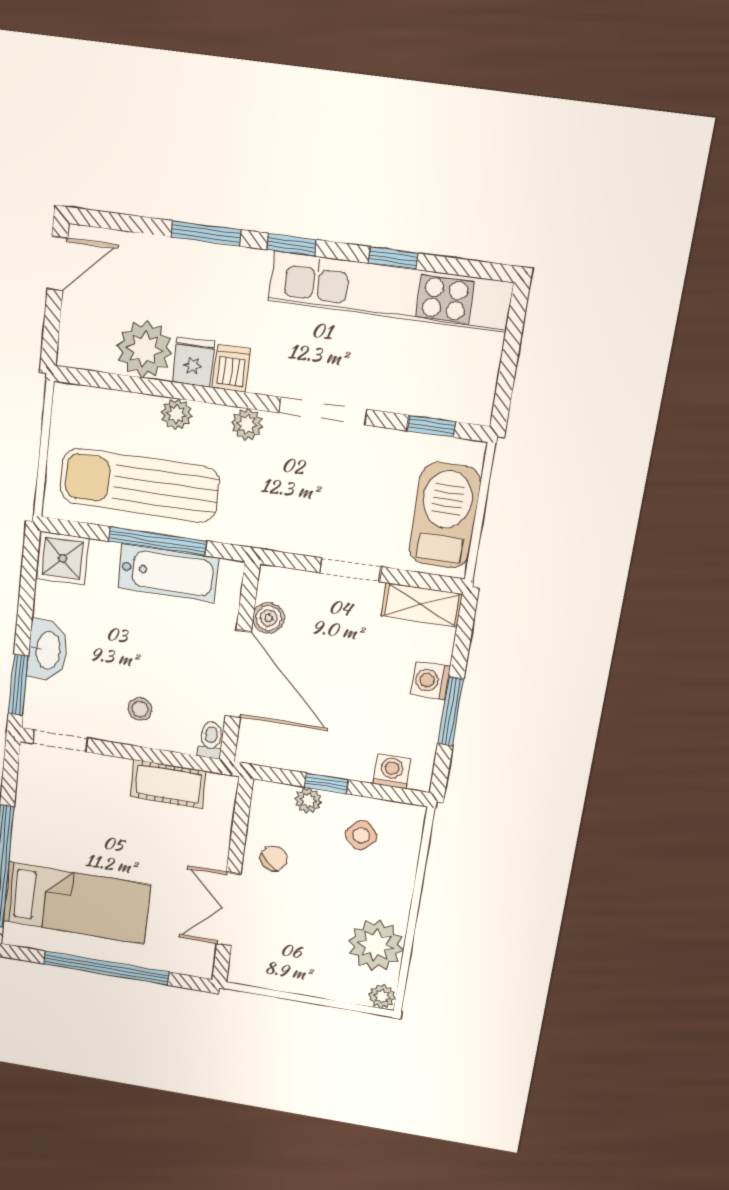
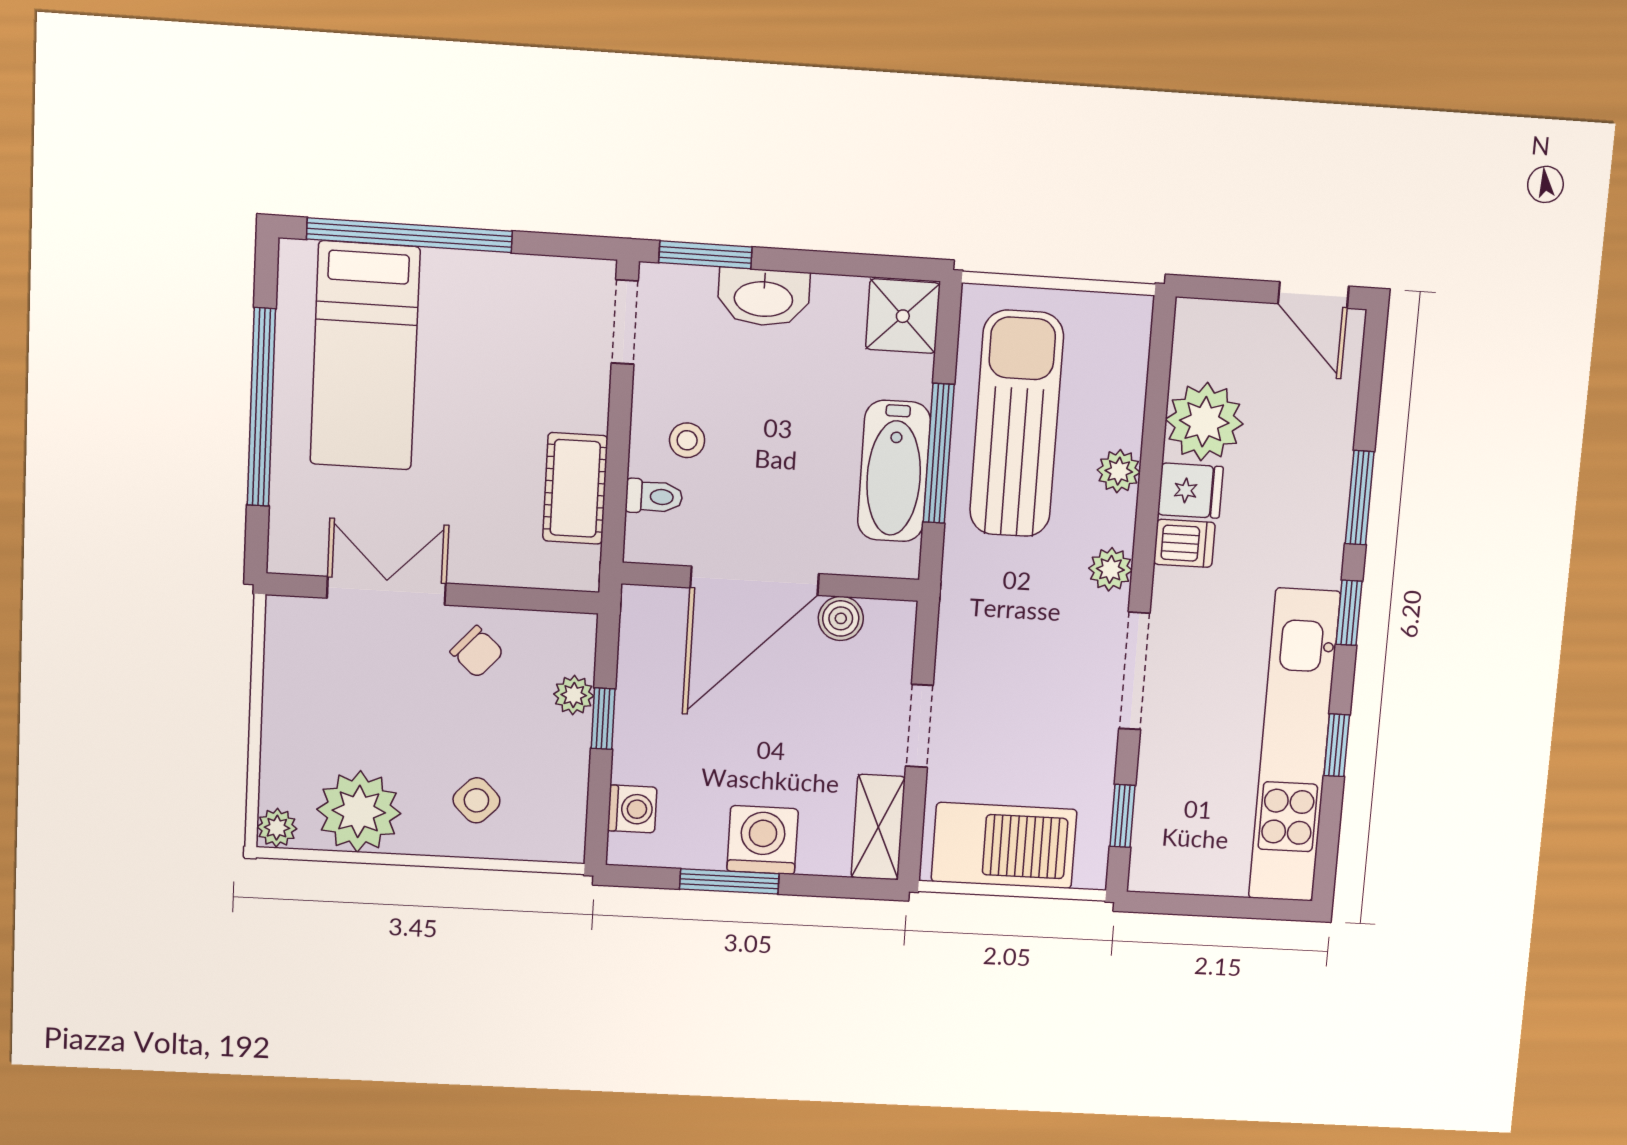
washing machine: (430, 681) -> (763, 840), width x1.38, depth x1.38
toilet: (211, 740) -> (654, 497), moved
side table: (361, 835) -> (476, 800), moved

